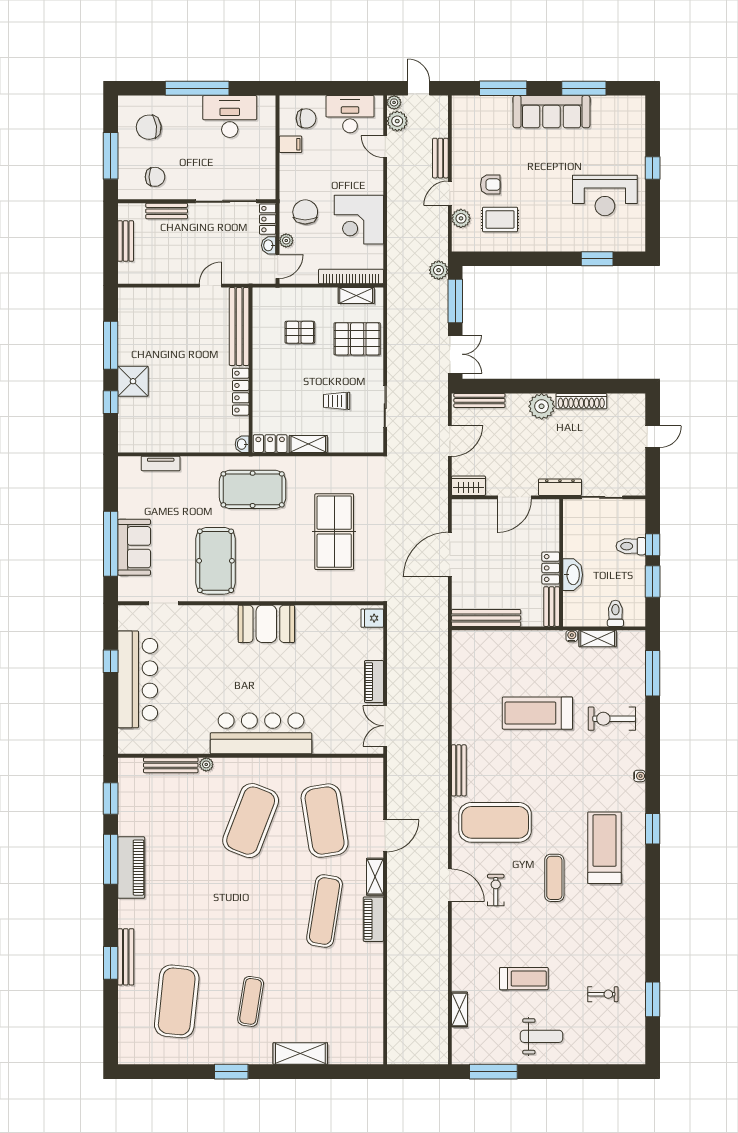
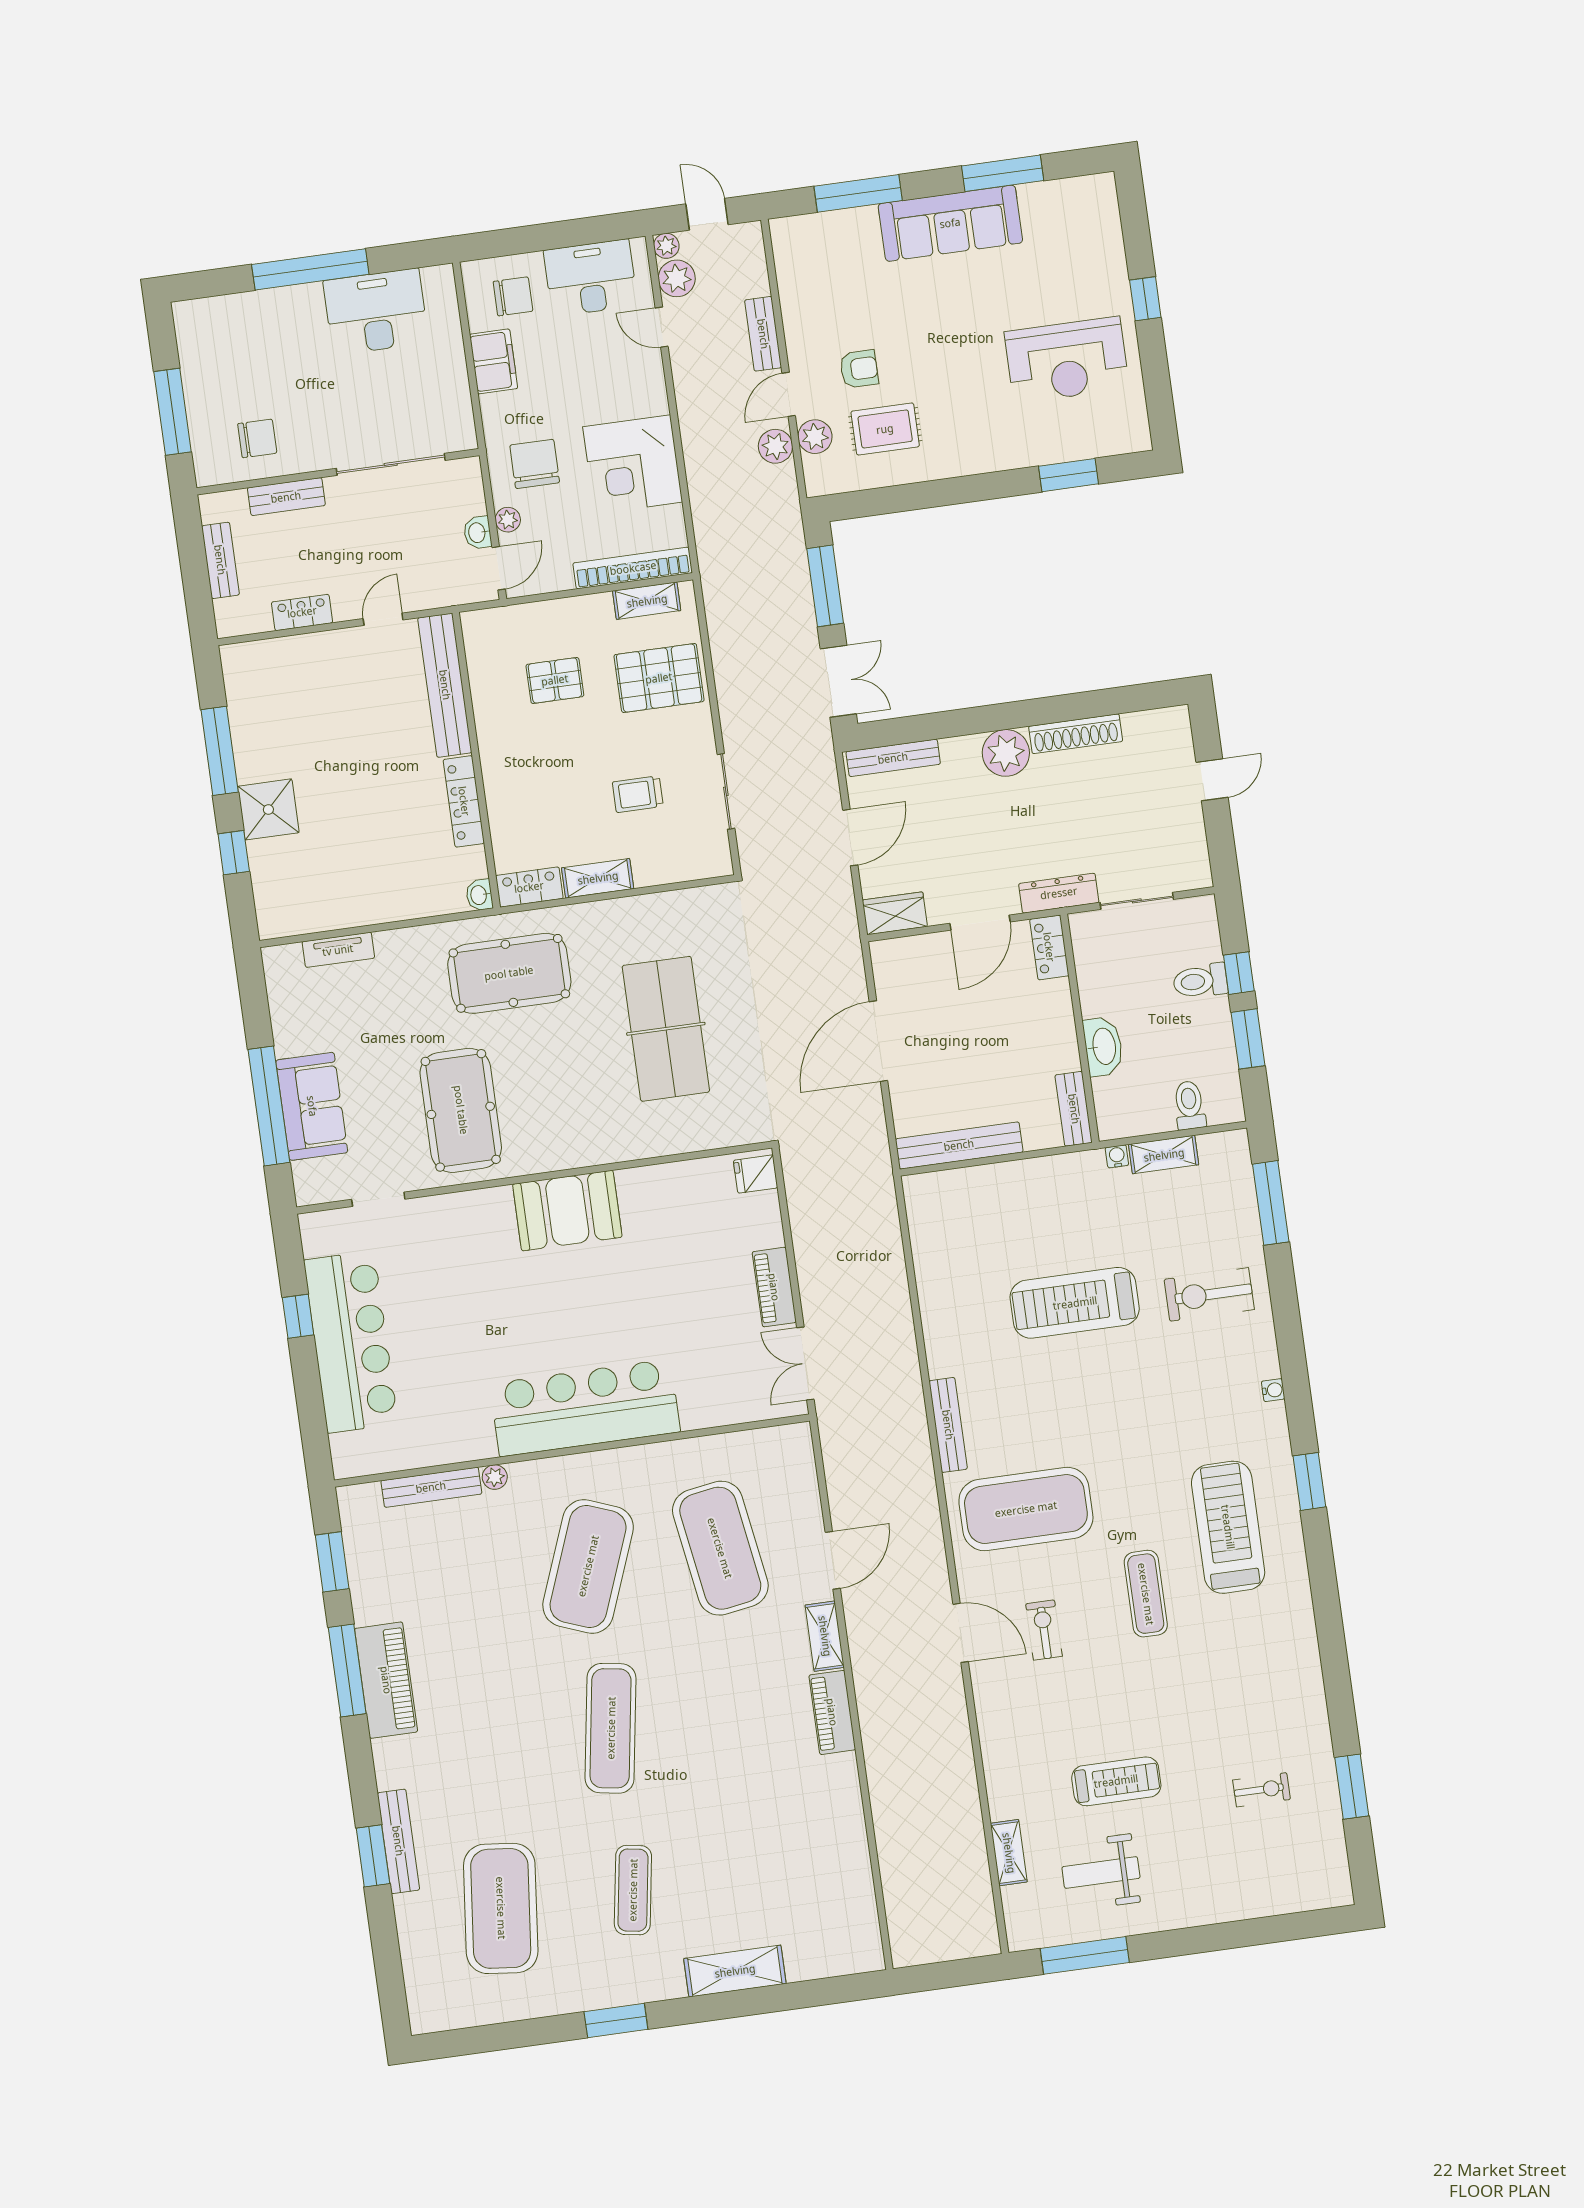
chair: (149, 127) -> (234, 351), removed
filing cabinet: (291, 144) -> (494, 361), width x2.00
locker: (268, 219) -> (302, 612), moved, turned 90
plant: (439, 270) -> (775, 446), moved
locker: (551, 568) -> (1049, 947), moved
exercise mat: (325, 911) -> (611, 1728), moved
weight bench: (542, 1036) -> (1101, 1872), moved, turned 180

